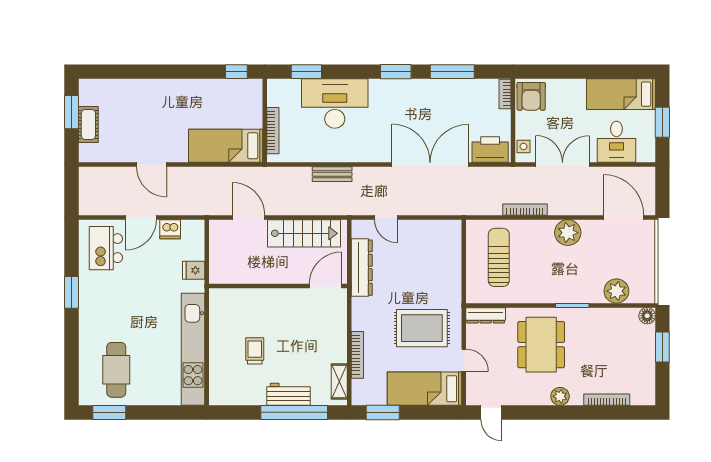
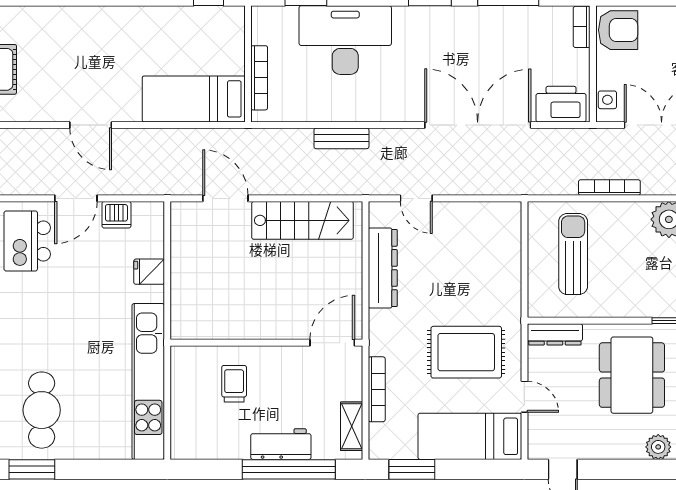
armchair: (531, 96) -> (618, 30), turned -90
wall: (278, 286) -> (266, 343), moved
door: (325, 286) -> (332, 343), moved

